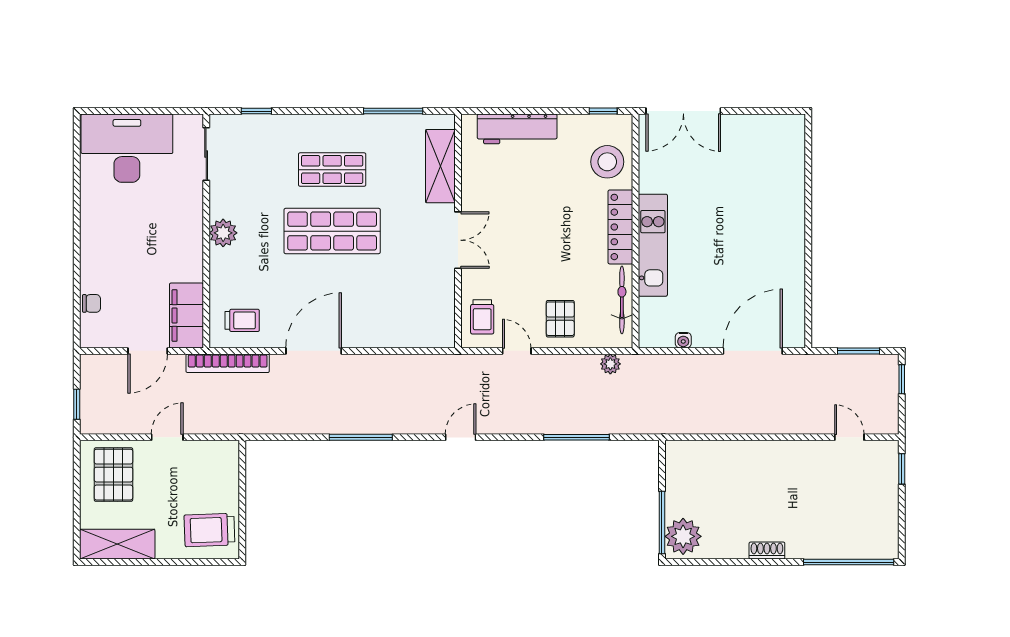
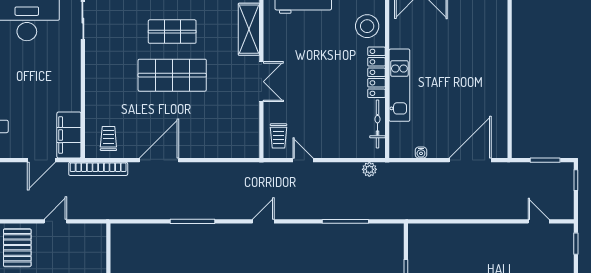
plant: (223, 233) -> (95, 77), removed
pallet: (560, 319) -> (334, 137), removed
trolley: (242, 320) -> (108, 138), turned -90

